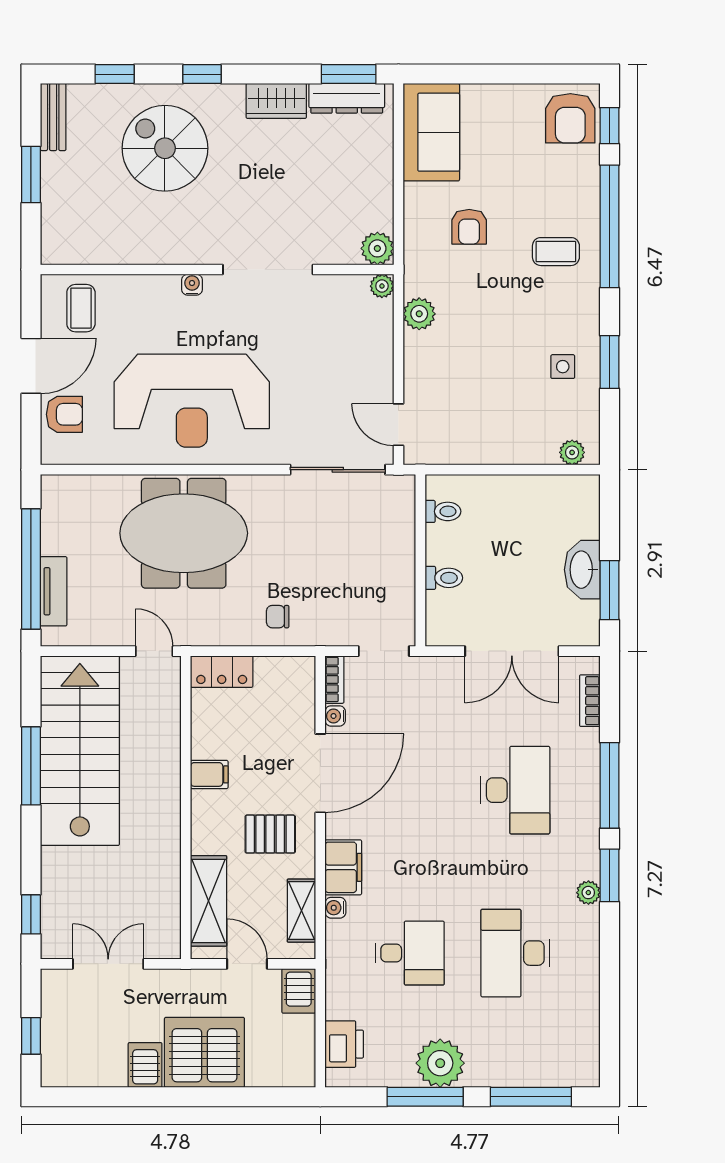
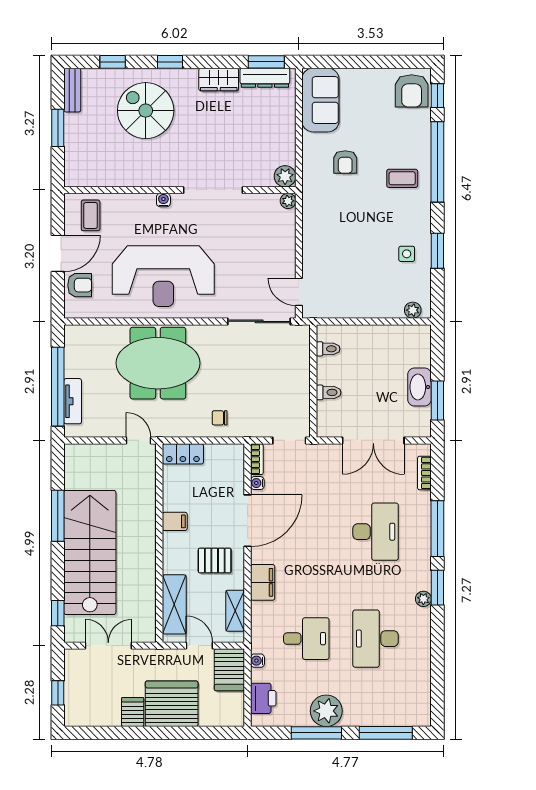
plant: (419, 314) -> (312, 219), removed
stairs: (80, 751) -> (90, 552), moved
water cooler: (335, 908) -> (257, 661), moved
server rack: (299, 991) -> (229, 670), width x1.36, depth x1.44

